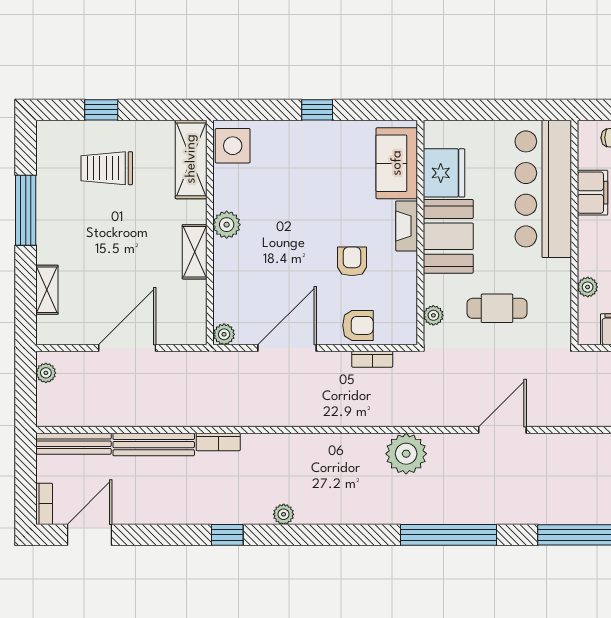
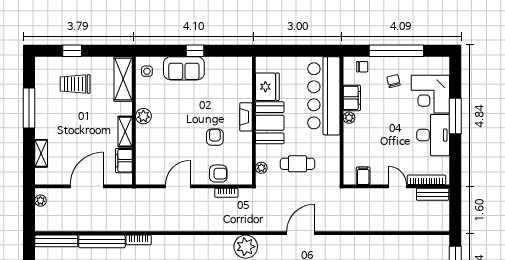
side table: (233, 146) -> (147, 71), width x0.54, depth x0.54
sofa: (397, 163) -> (184, 68), moved, turned -90
plant: (588, 287) -> (349, 118), moved
filing cabinet: (192, 303) -> (124, 161), added
plant: (224, 334) -> (142, 179), removed
door: (287, 348) -> (178, 186), width x0.73

